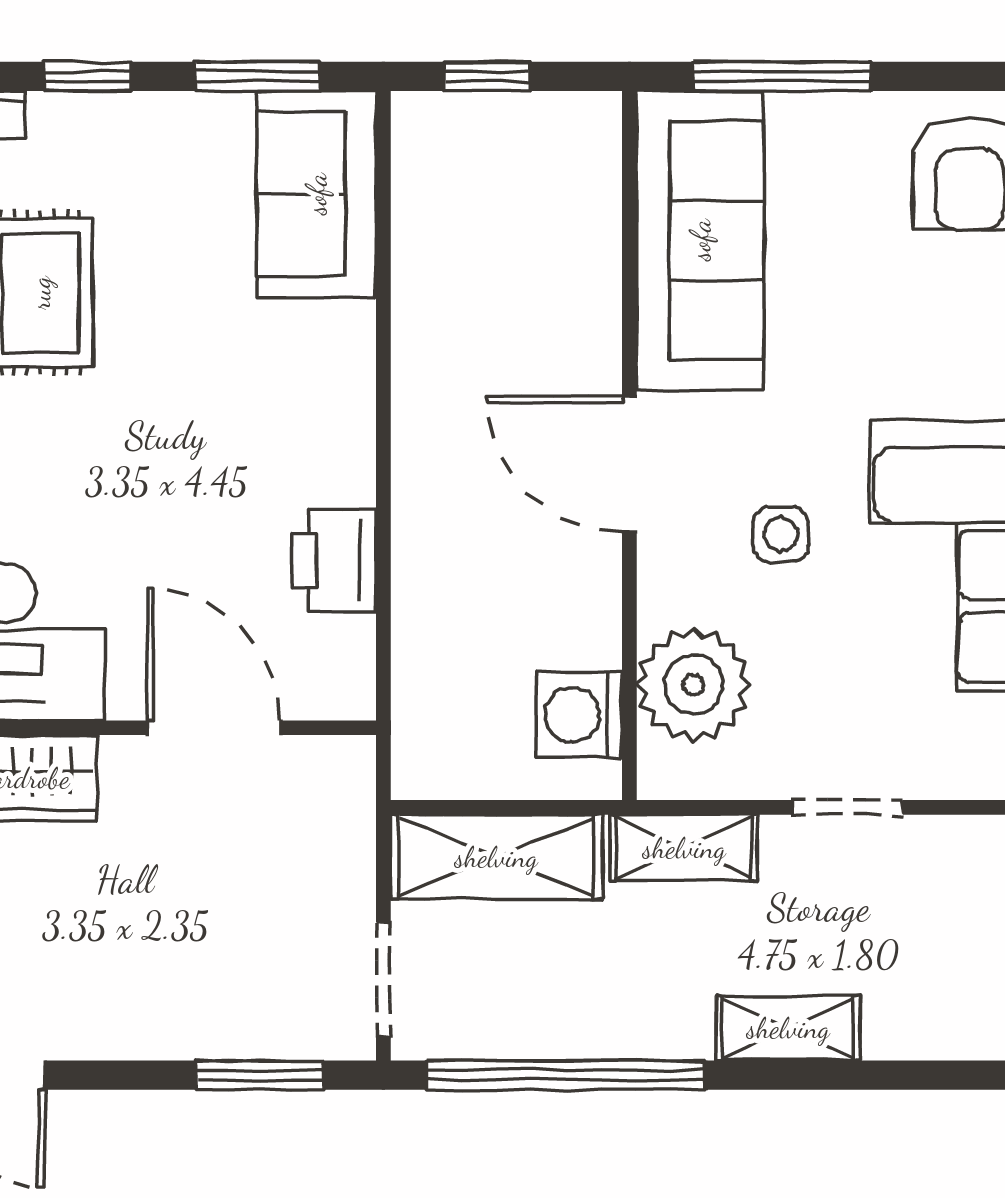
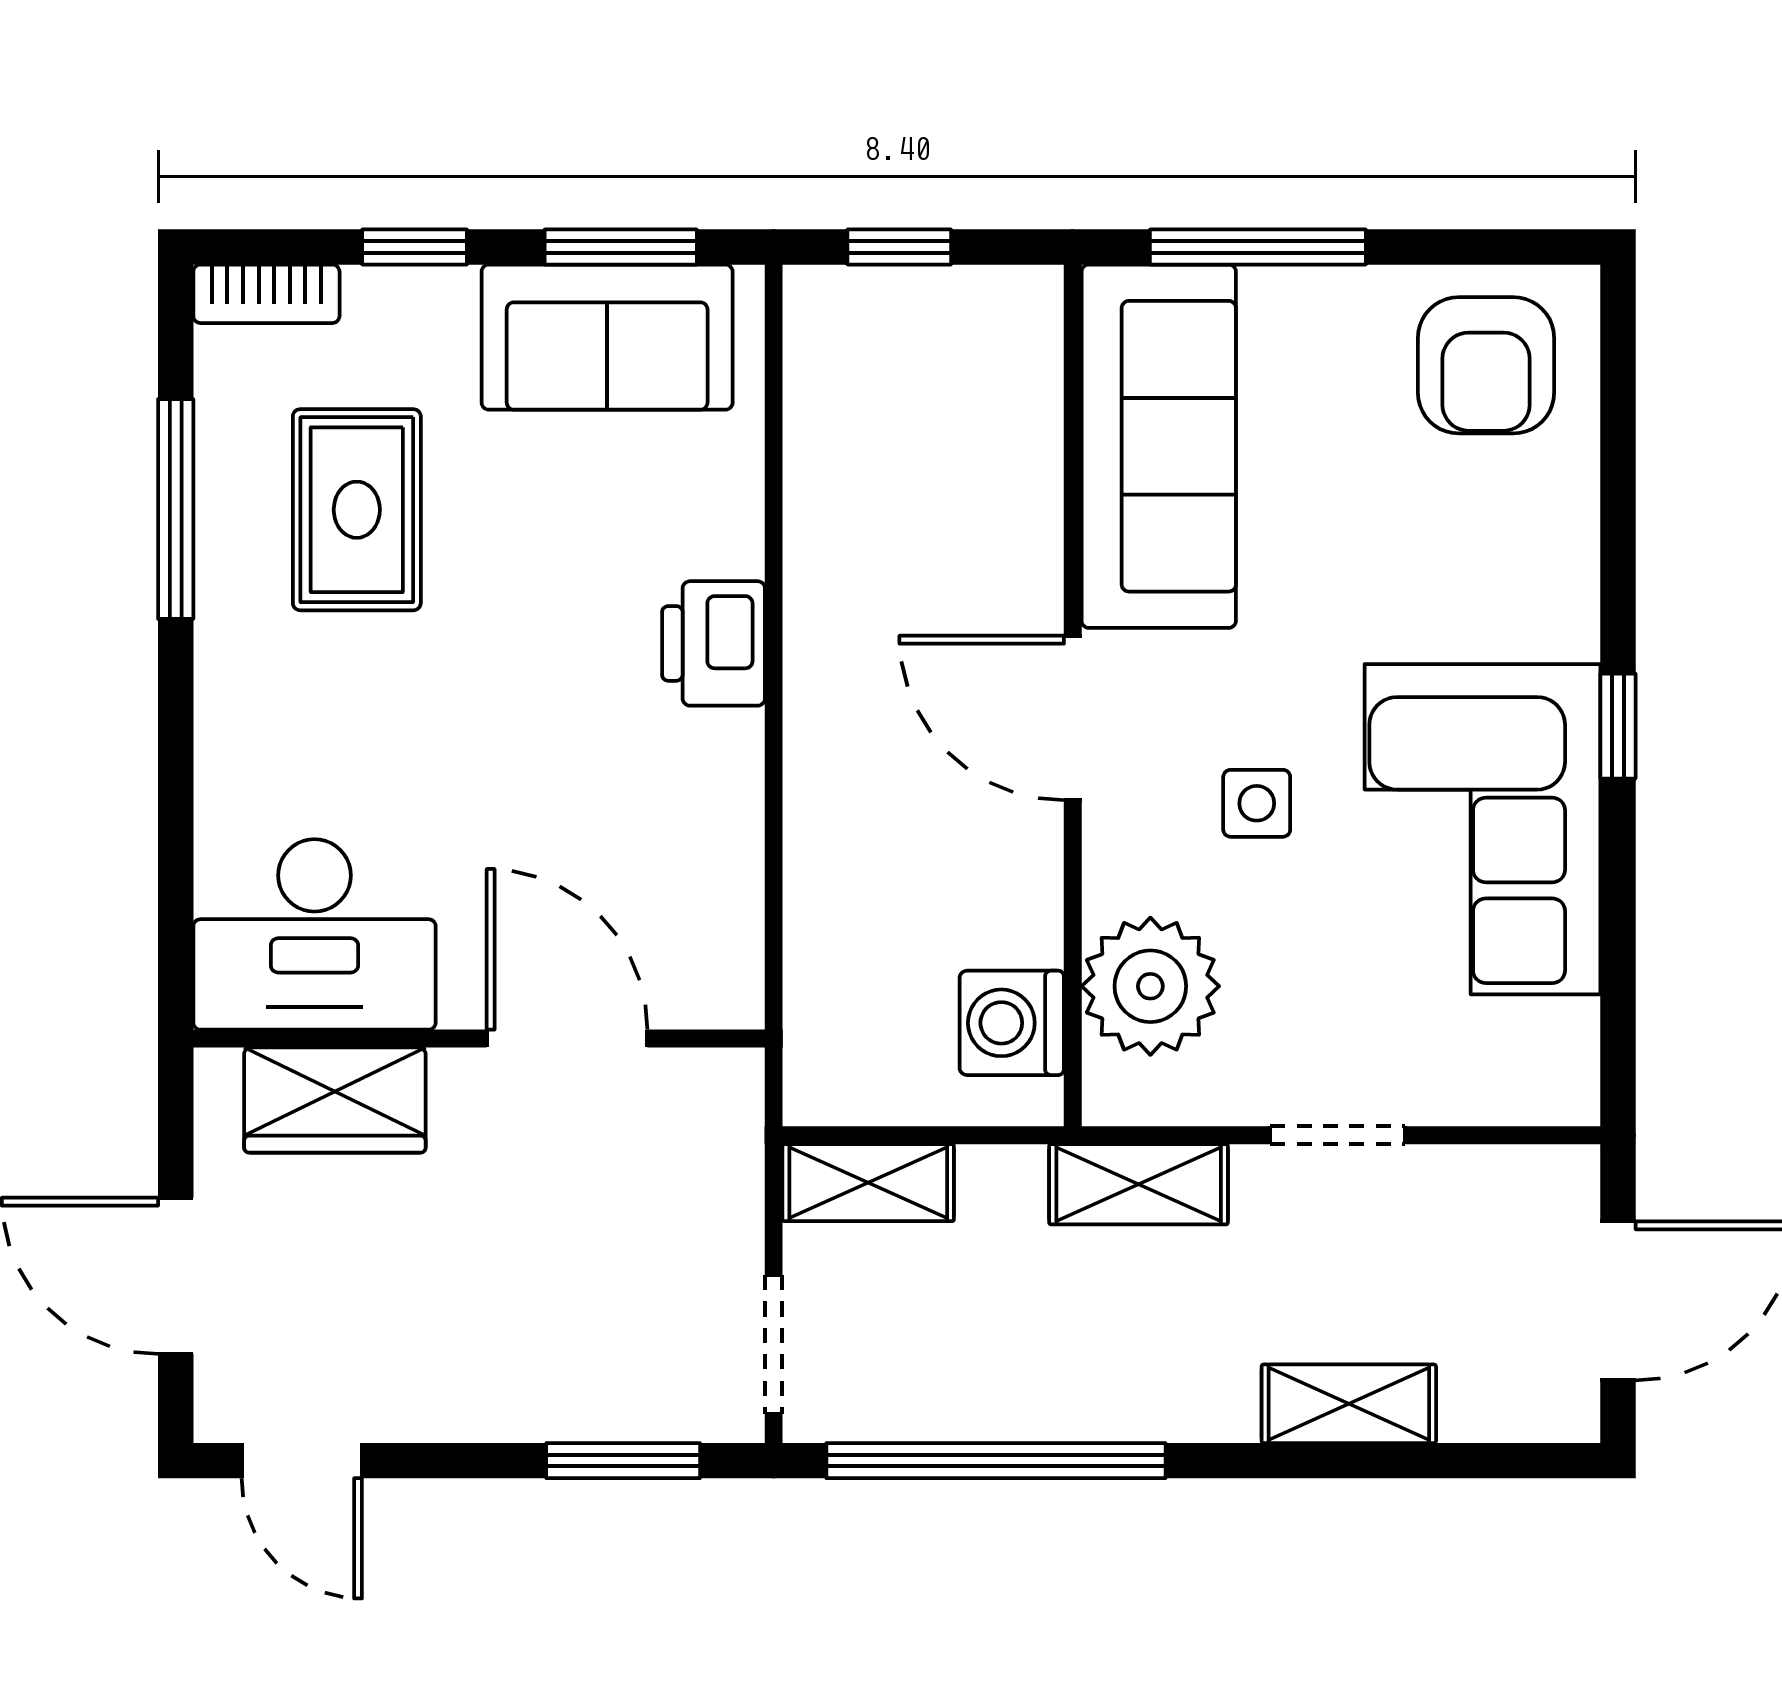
sofa: (316, 194) -> (607, 337), moved, turned -90
printer: (334, 560) -> (713, 643), moved
shelving: (496, 857) -> (868, 1183), width x0.67, depth x0.75
shelving: (788, 1028) -> (1349, 1404), moved

